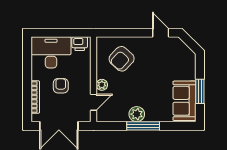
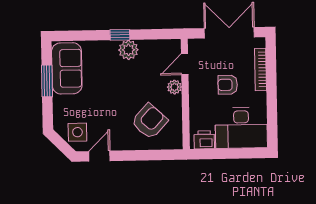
door: (161, 33) -> (99, 156), swing flipped
side table: (177, 51) -> (77, 132), added
armchair: (61, 86) -> (228, 85), turned 90
window: (143, 126) -> (120, 35), width x0.46

